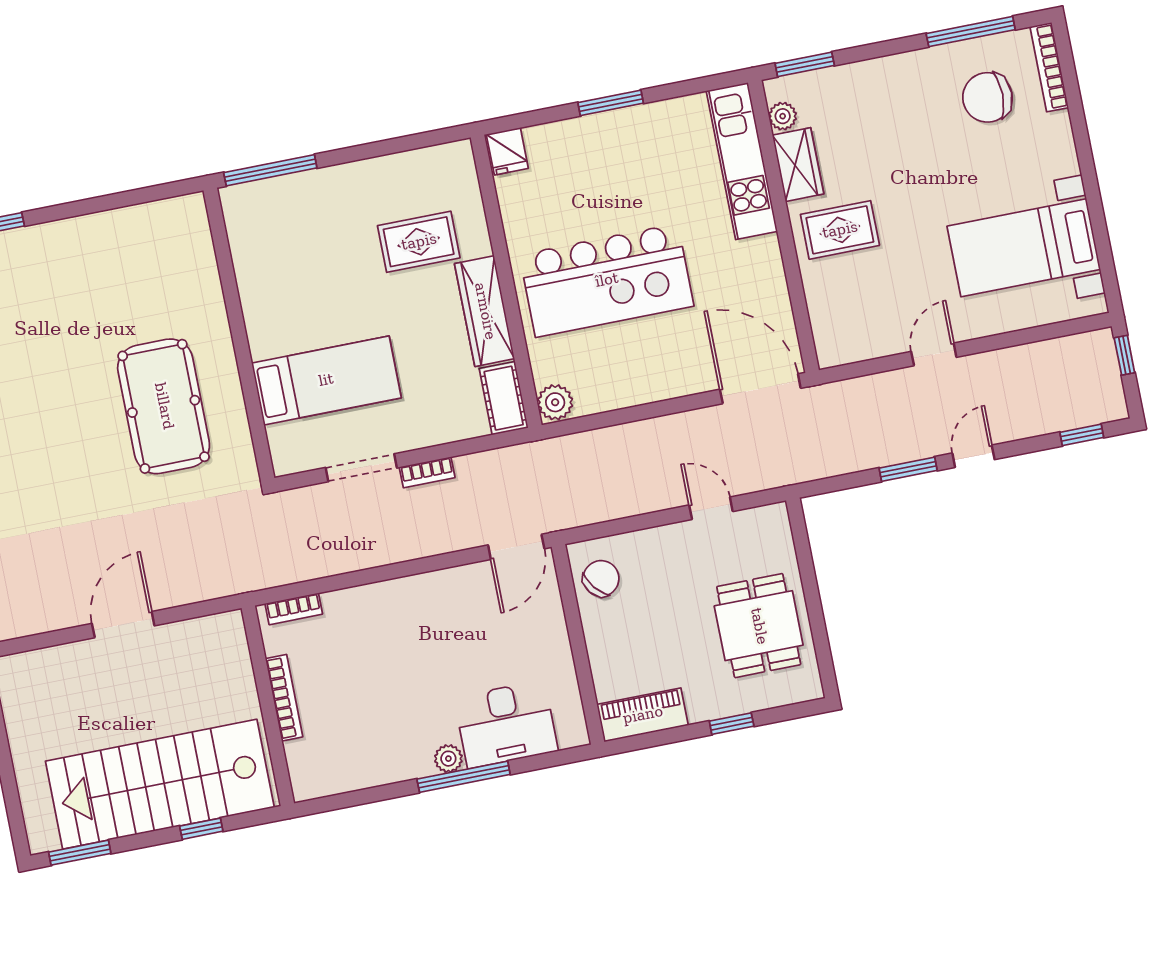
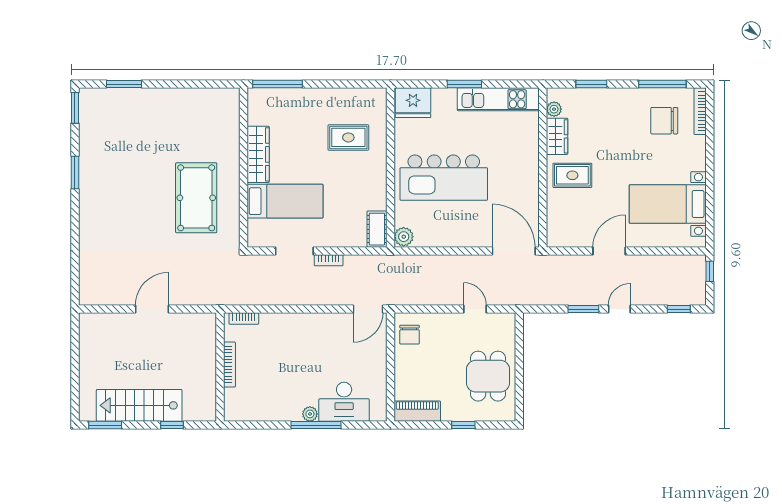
window: (805, 64) -> (591, 84), moved
fridge: (507, 151) -> (413, 103), width x1.88, depth x1.34
kitchen unit: (742, 161) -> (498, 99), moved, turned -90
wardrobe: (485, 311) -> (258, 154), moved, turned 180
door: (934, 354) -> (609, 251), width x1.38
chair: (601, 578) -> (410, 335), turned 129
stairs: (160, 784) -> (139, 405), width x0.73, depth x0.66

